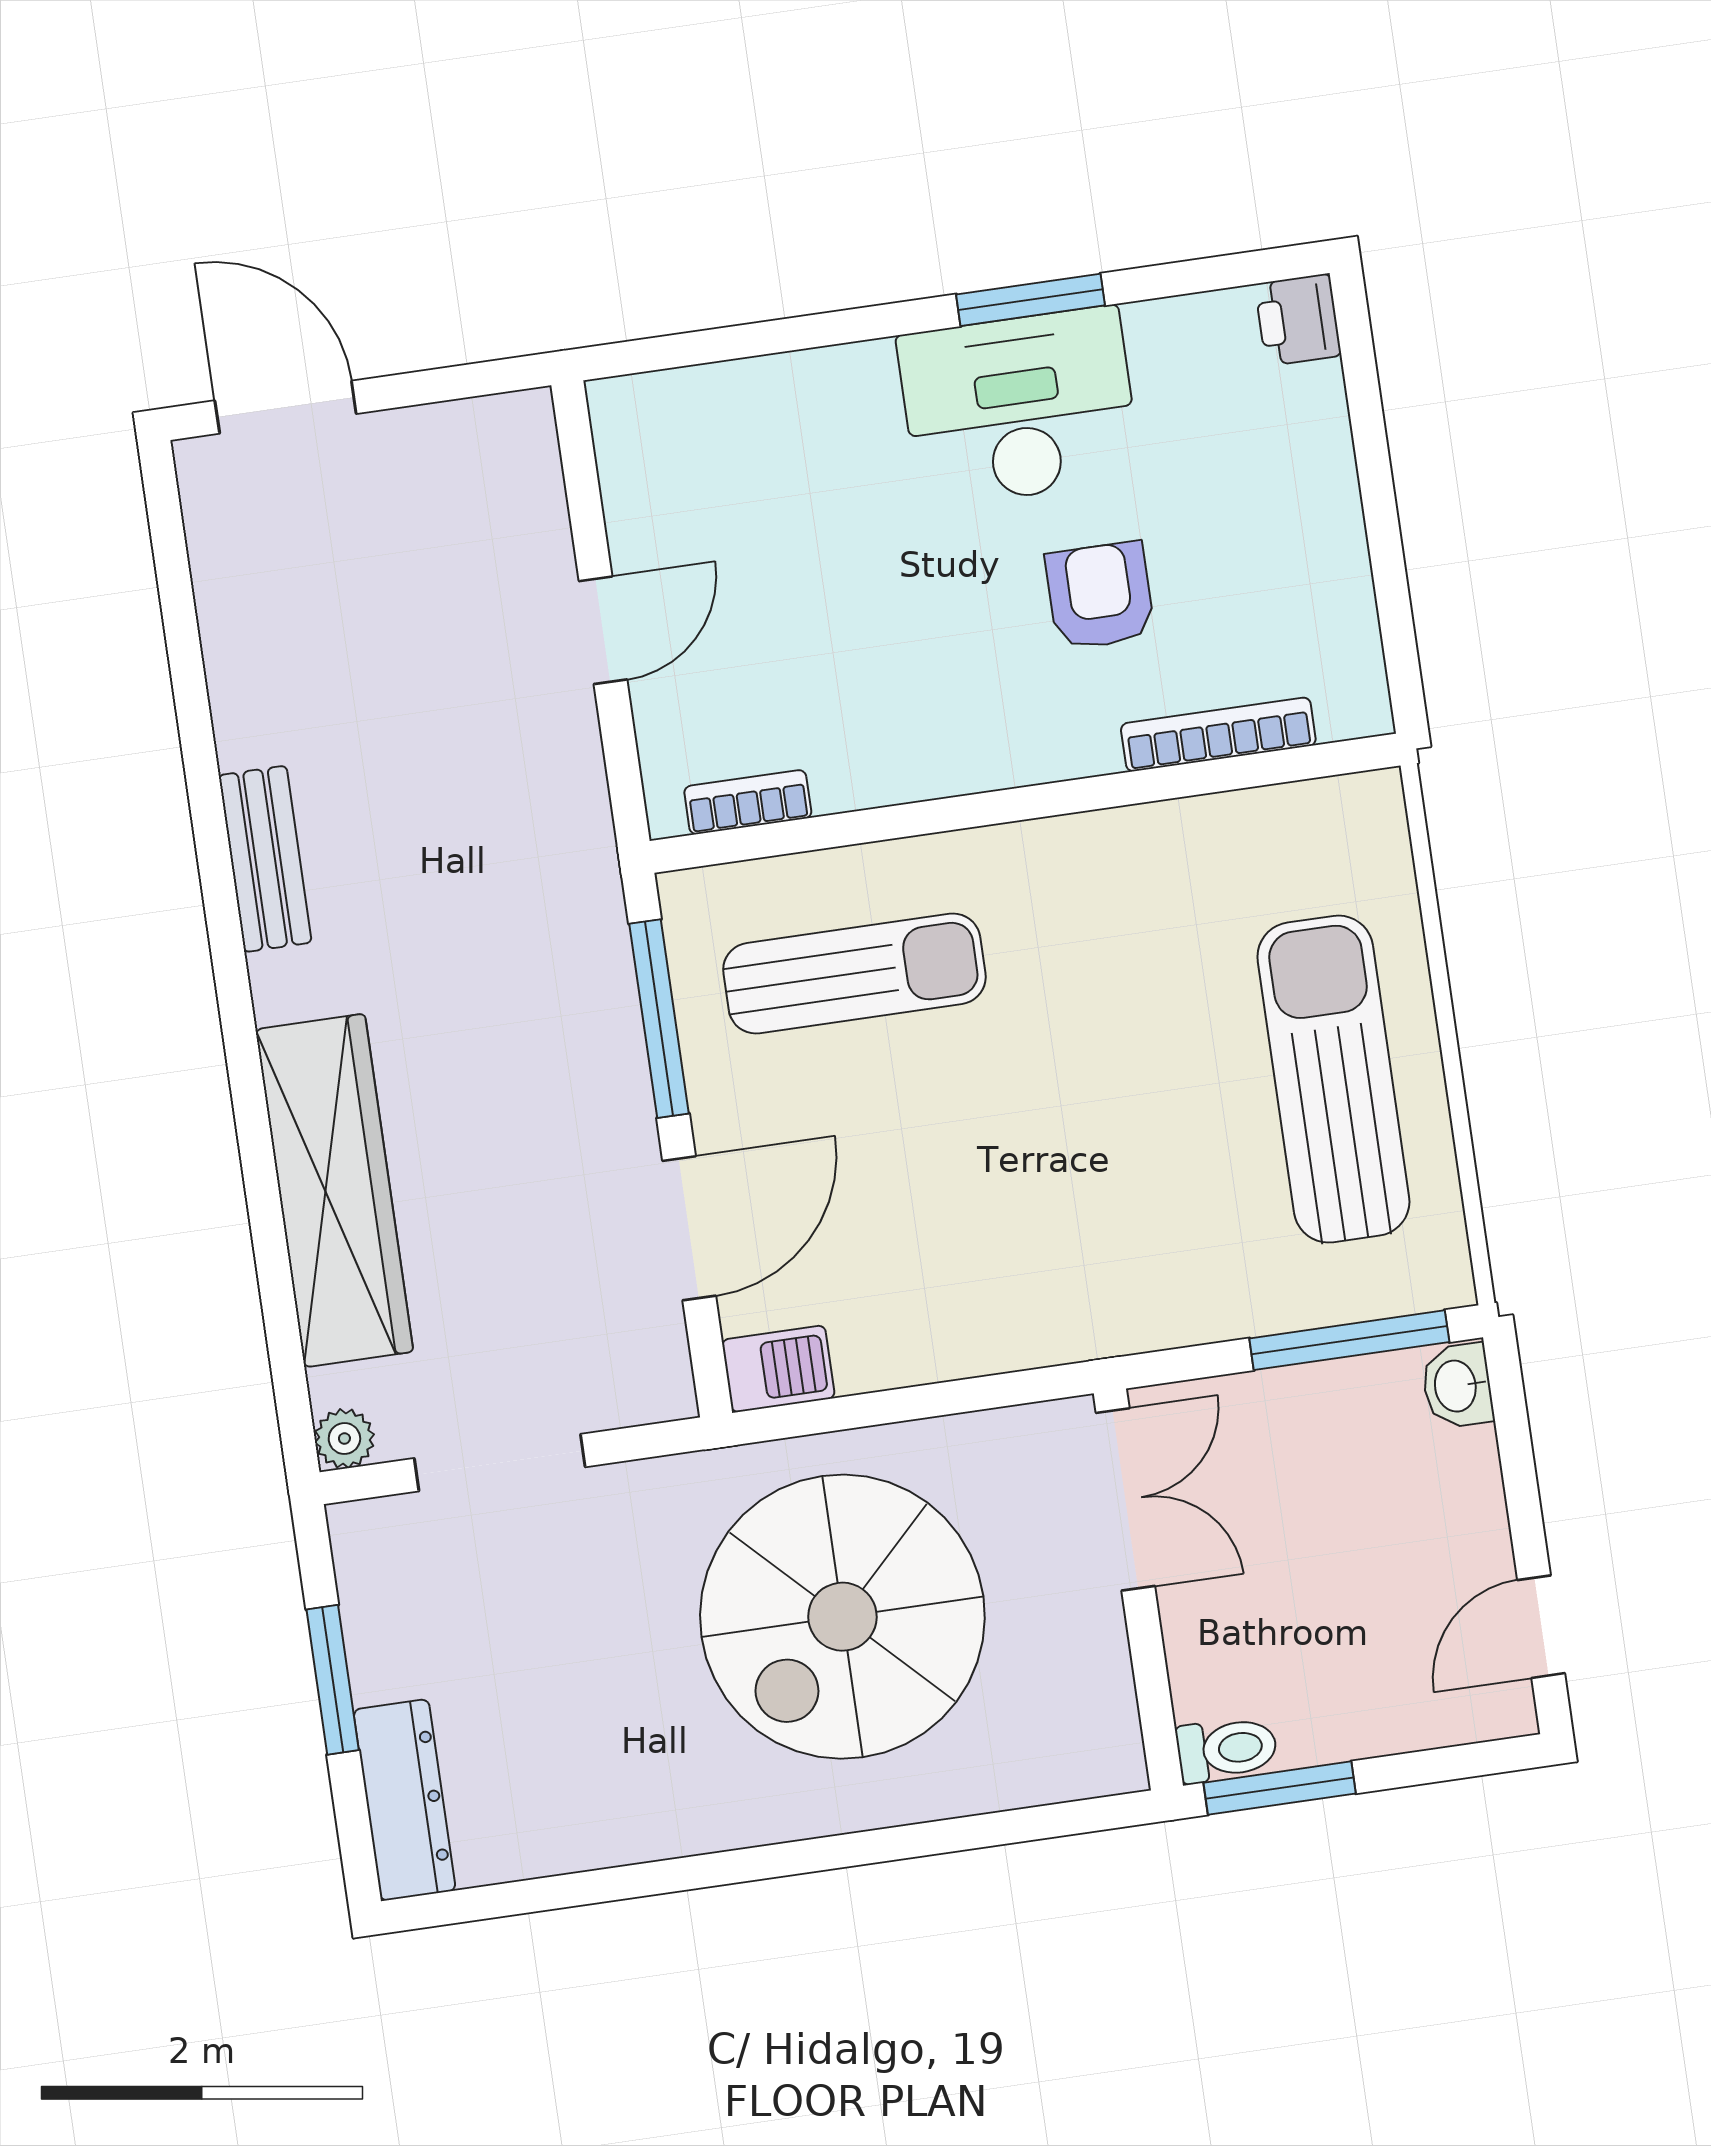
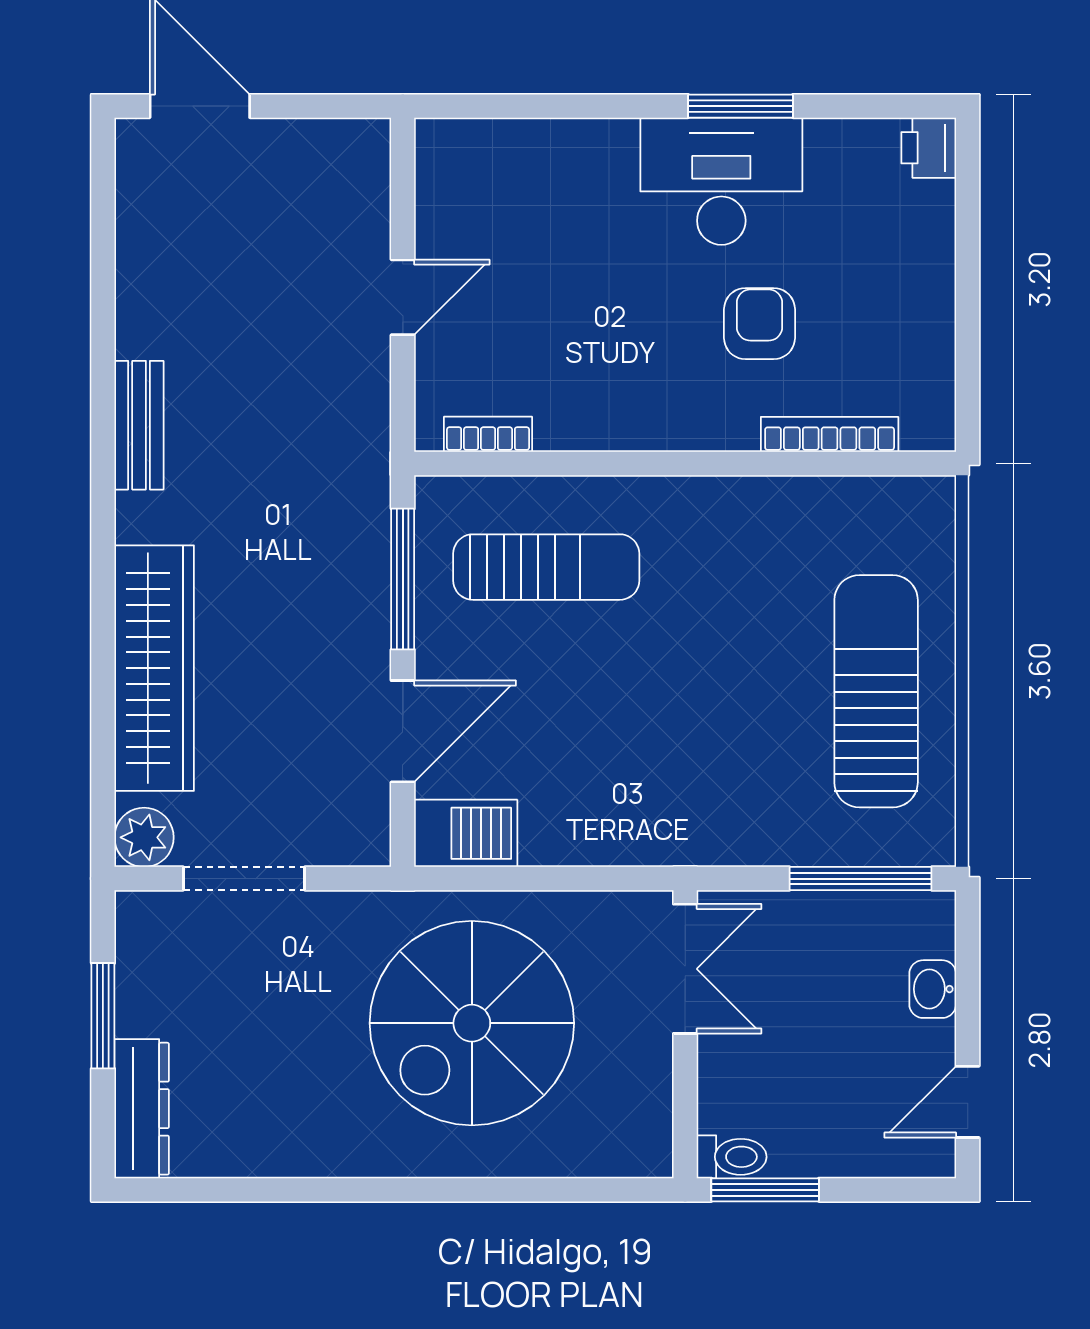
barbecue: (778, 1369) -> (466, 833), width x1.38, depth x1.27
washbasin: (1457, 1386) -> (933, 989), moved
plant: (344, 1438) -> (144, 837), width x1.38, depth x1.38

